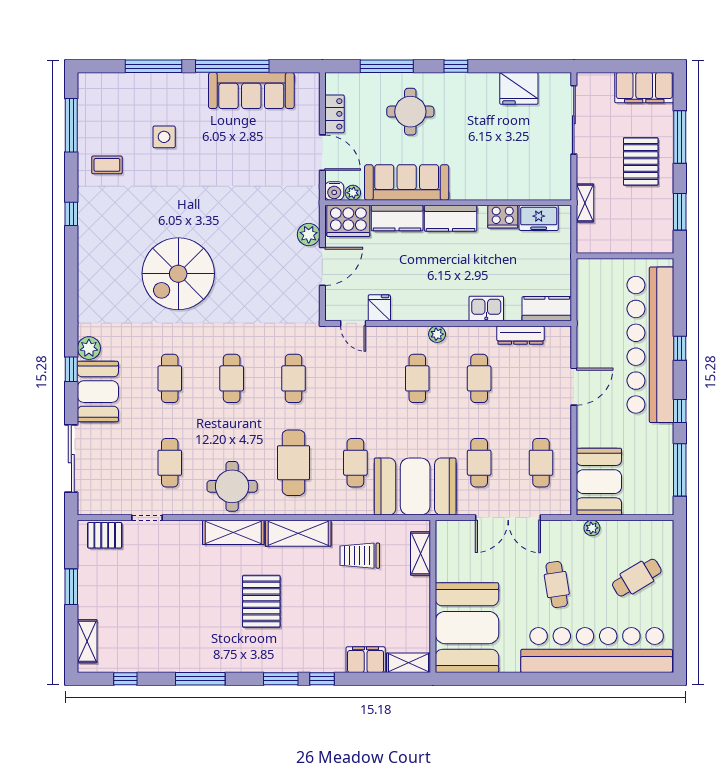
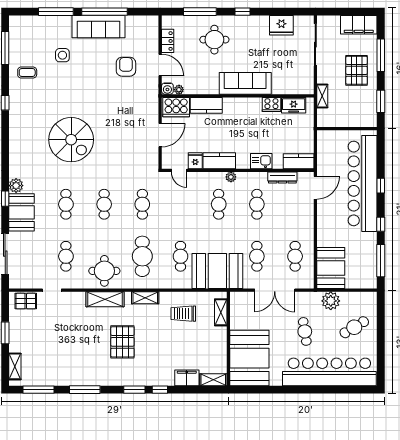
sofa: (251, 90) -> (99, 27), moved
armchair: (267, 156) -> (126, 67), added
sofa: (407, 182) -> (245, 83), moved
kitchen counter: (451, 218) -> (219, 161), moved, turned 180
plant: (309, 235) -> (152, 115), removed
spiral stairs: (178, 274) -> (71, 140), turned -90
door: (574, 387) -> (315, 188), moved
plant: (592, 528) -> (331, 301), width x1.88, depth x1.88
shelving: (298, 533) -> (145, 298), width x0.67, depth x0.75
window: (125, 679) -> (39, 390), width x2.17

